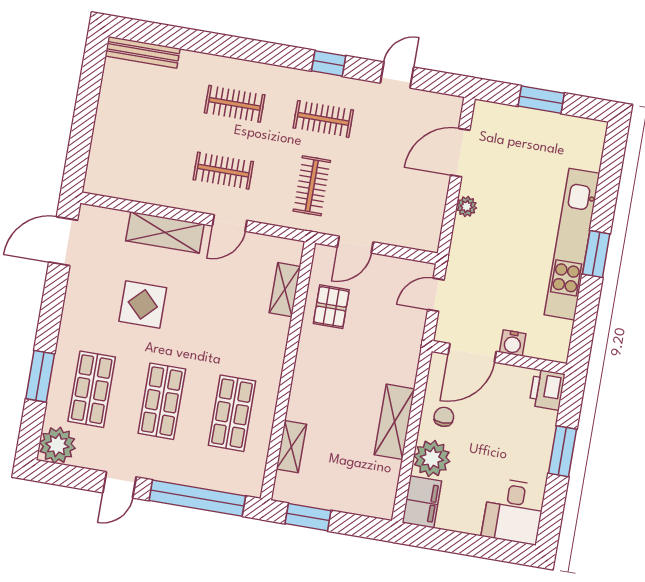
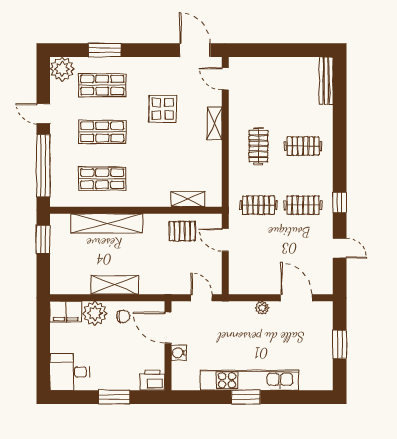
clothes rail: (235, 104) -> (303, 146), turned 90
clothes rail: (323, 119) -> (303, 205), turned 90
door: (230, 223) -> (225, 79), moved
shelving: (165, 232) -> (214, 123), width x0.67, depth x0.75
shelving: (291, 447) -> (107, 223), width x2.20, depth x1.33

